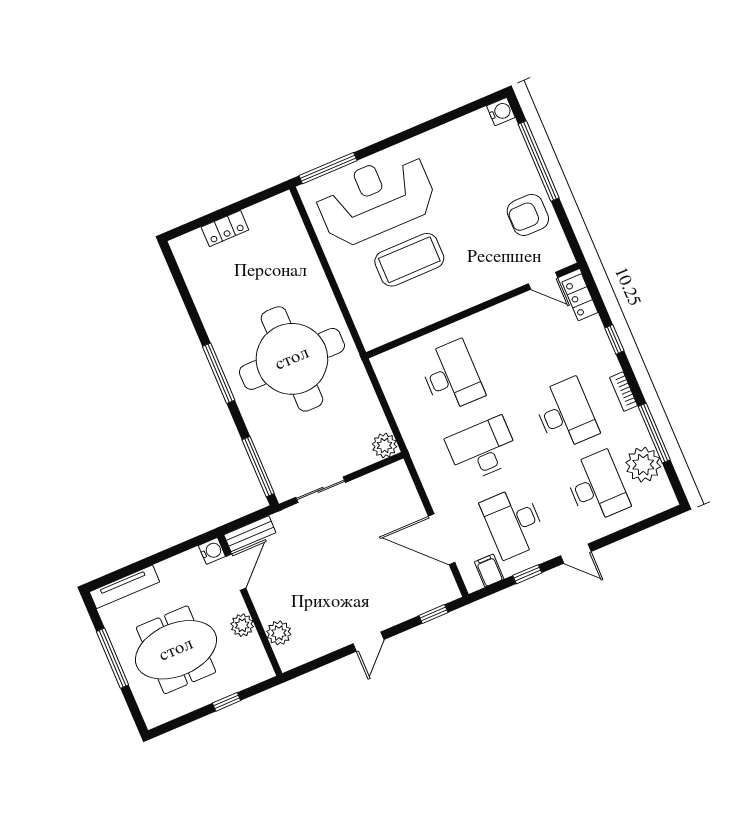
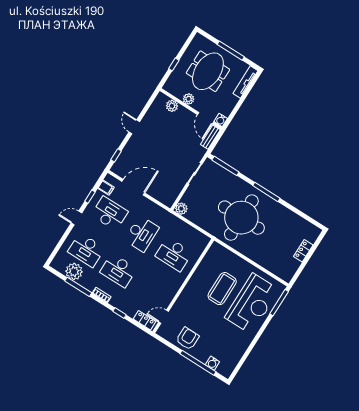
water cooler: (501, 112) -> (212, 363), moved

